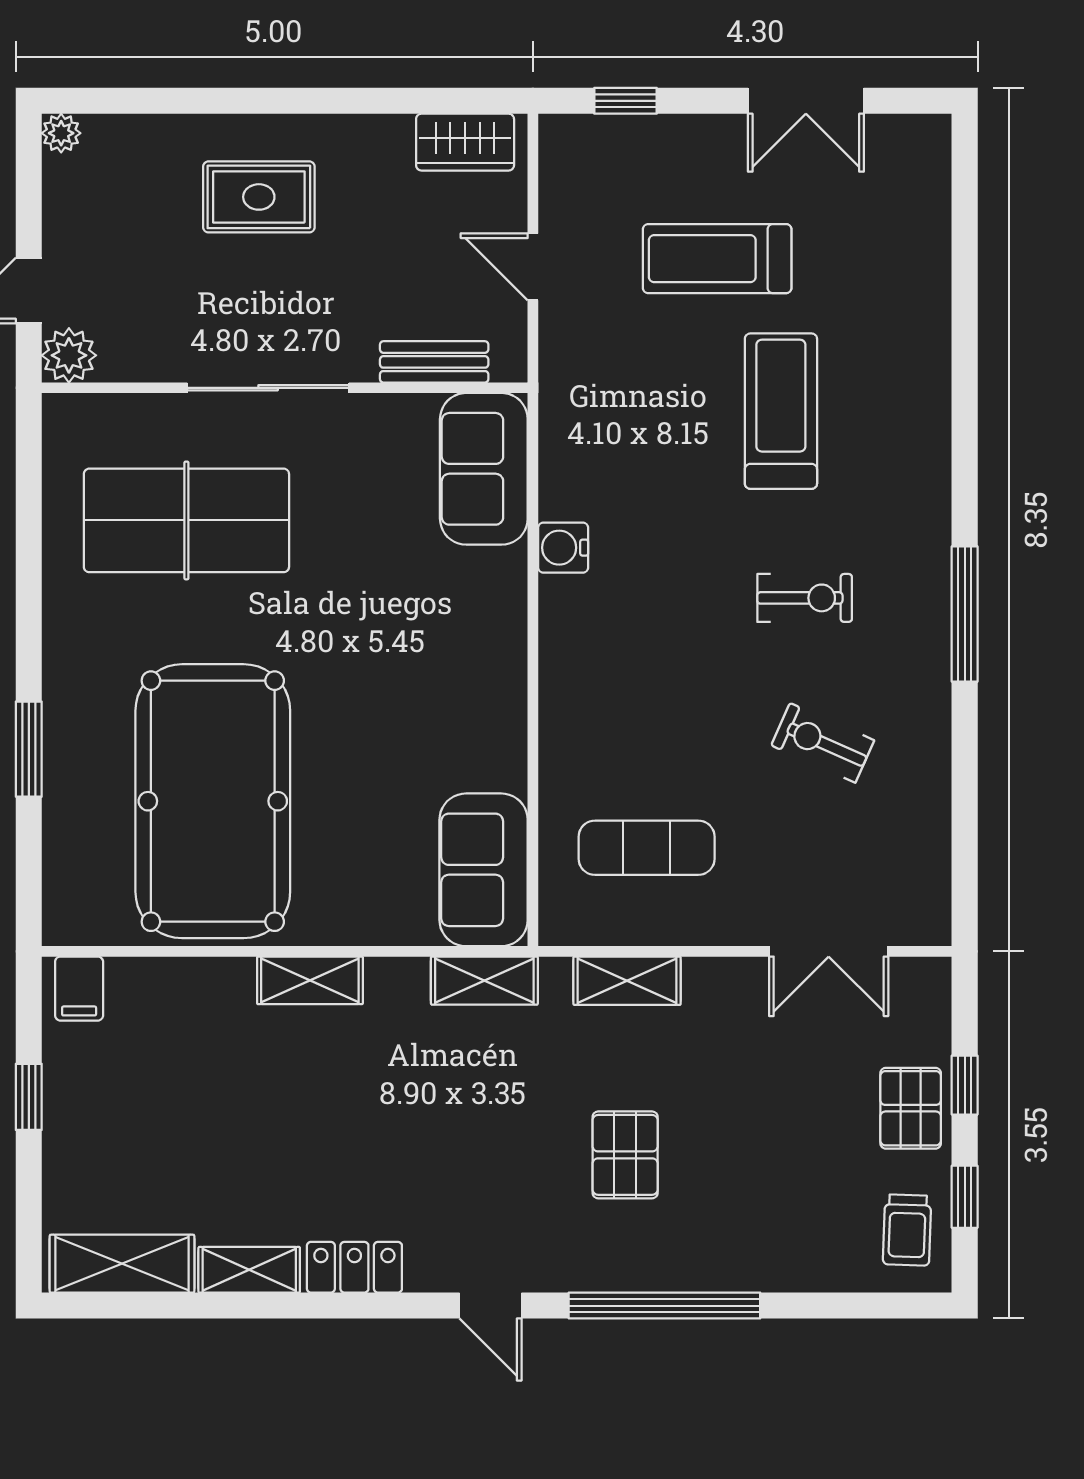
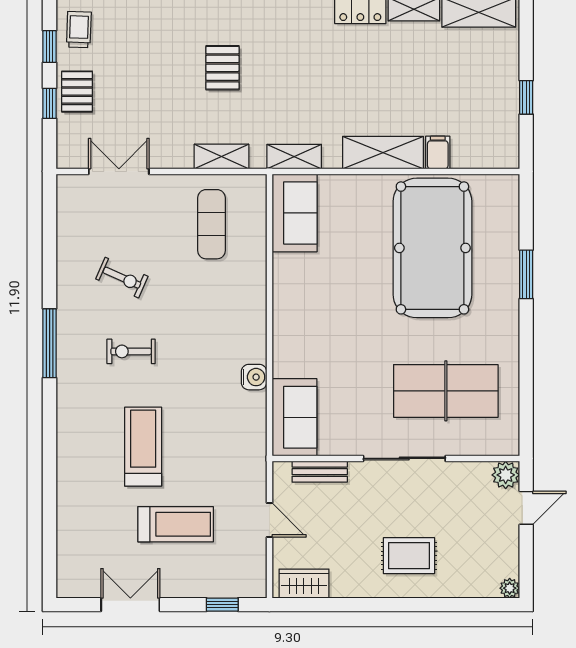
treadmill: (781, 411) -> (143, 447), turned 180
exercise mat: (647, 848) -> (212, 224), turned 90
shelving: (310, 980) -> (383, 153), width x1.50, depth x1.33
filing cabinet: (79, 989) -> (438, 153), moved

